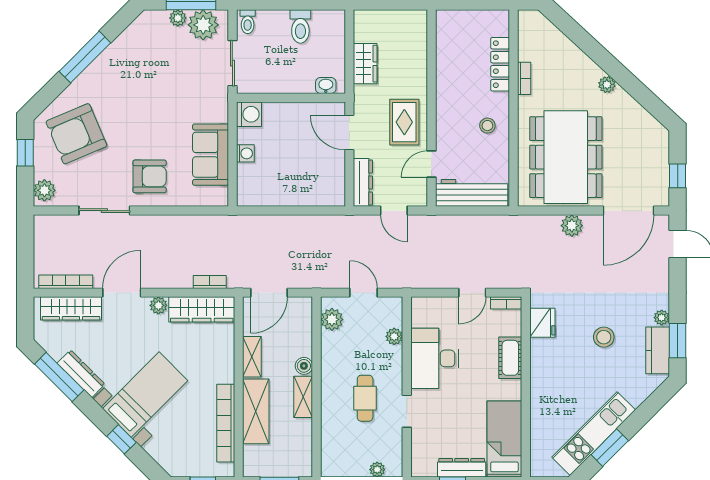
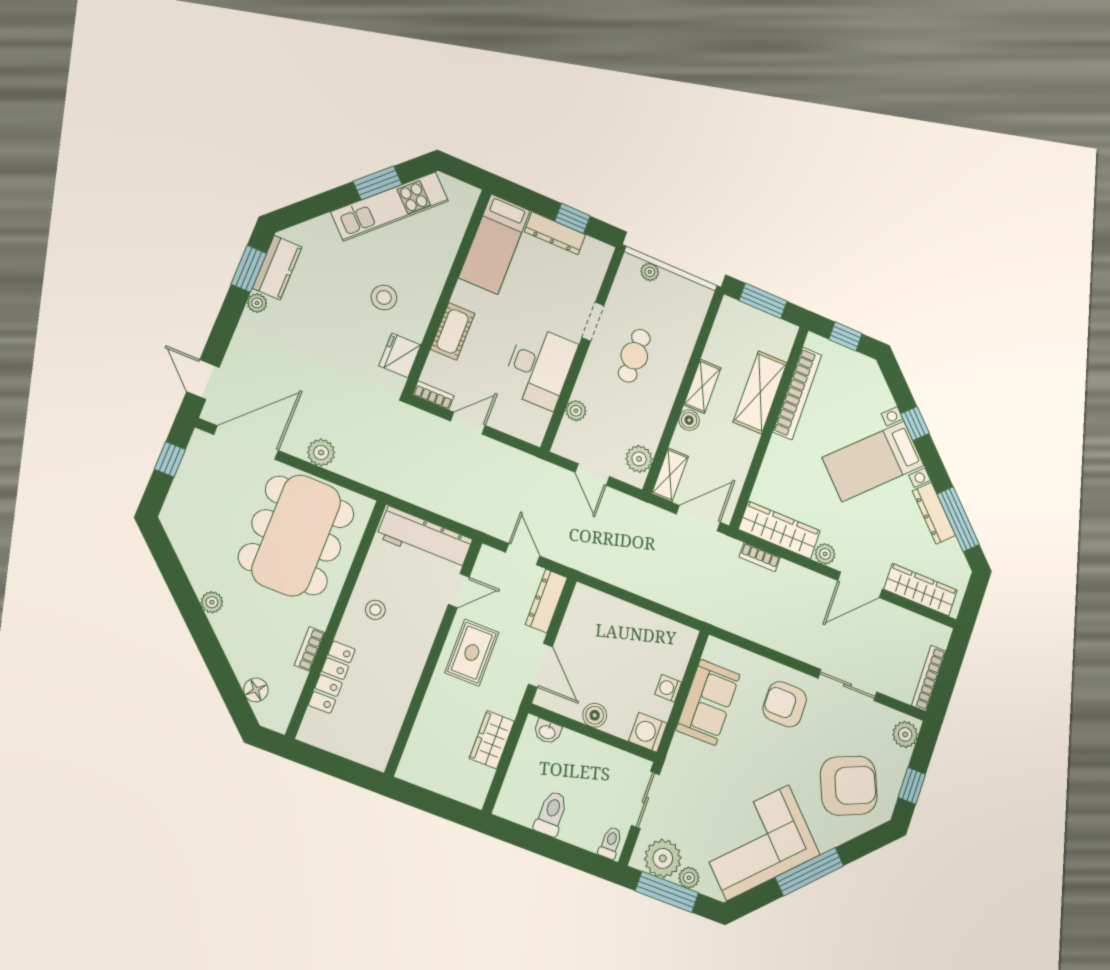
floor lamp: (551, 34) -> (256, 690), added
corner sofa: (133, 64) -> (758, 843), added
boiler: (294, 111) -> (595, 715), added
bookcase: (66, 282) -> (929, 678), moved, turned 90
stool: (604, 337) -> (384, 297), moved
shelving: (252, 357) -> (670, 475), moved

